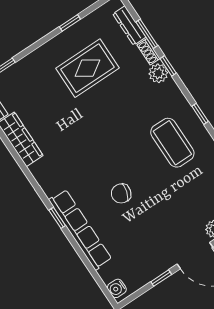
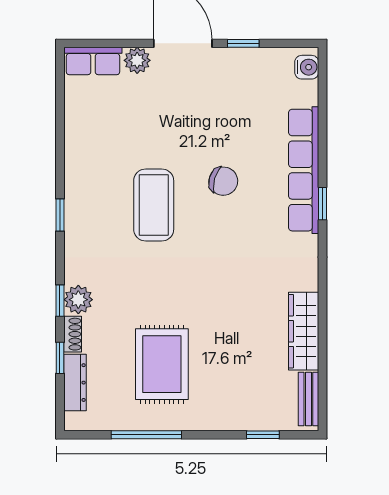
window: (70, 23) -> (146, 435), width x2.17
window: (147, 34) -> (60, 358), width x0.67
rug: (87, 68) -> (162, 364), turned 90
coffee table: (172, 143) -> (154, 205), moved

